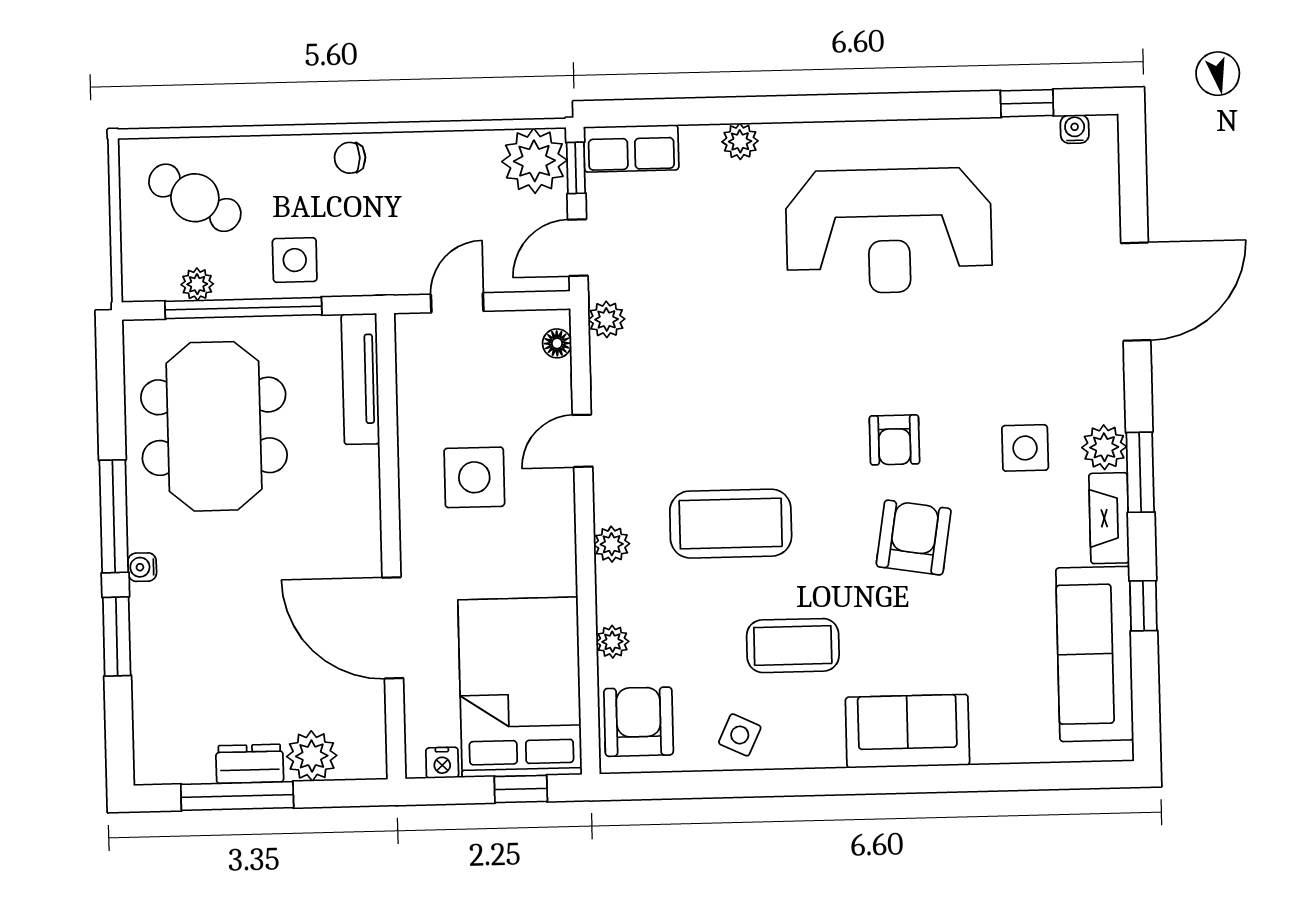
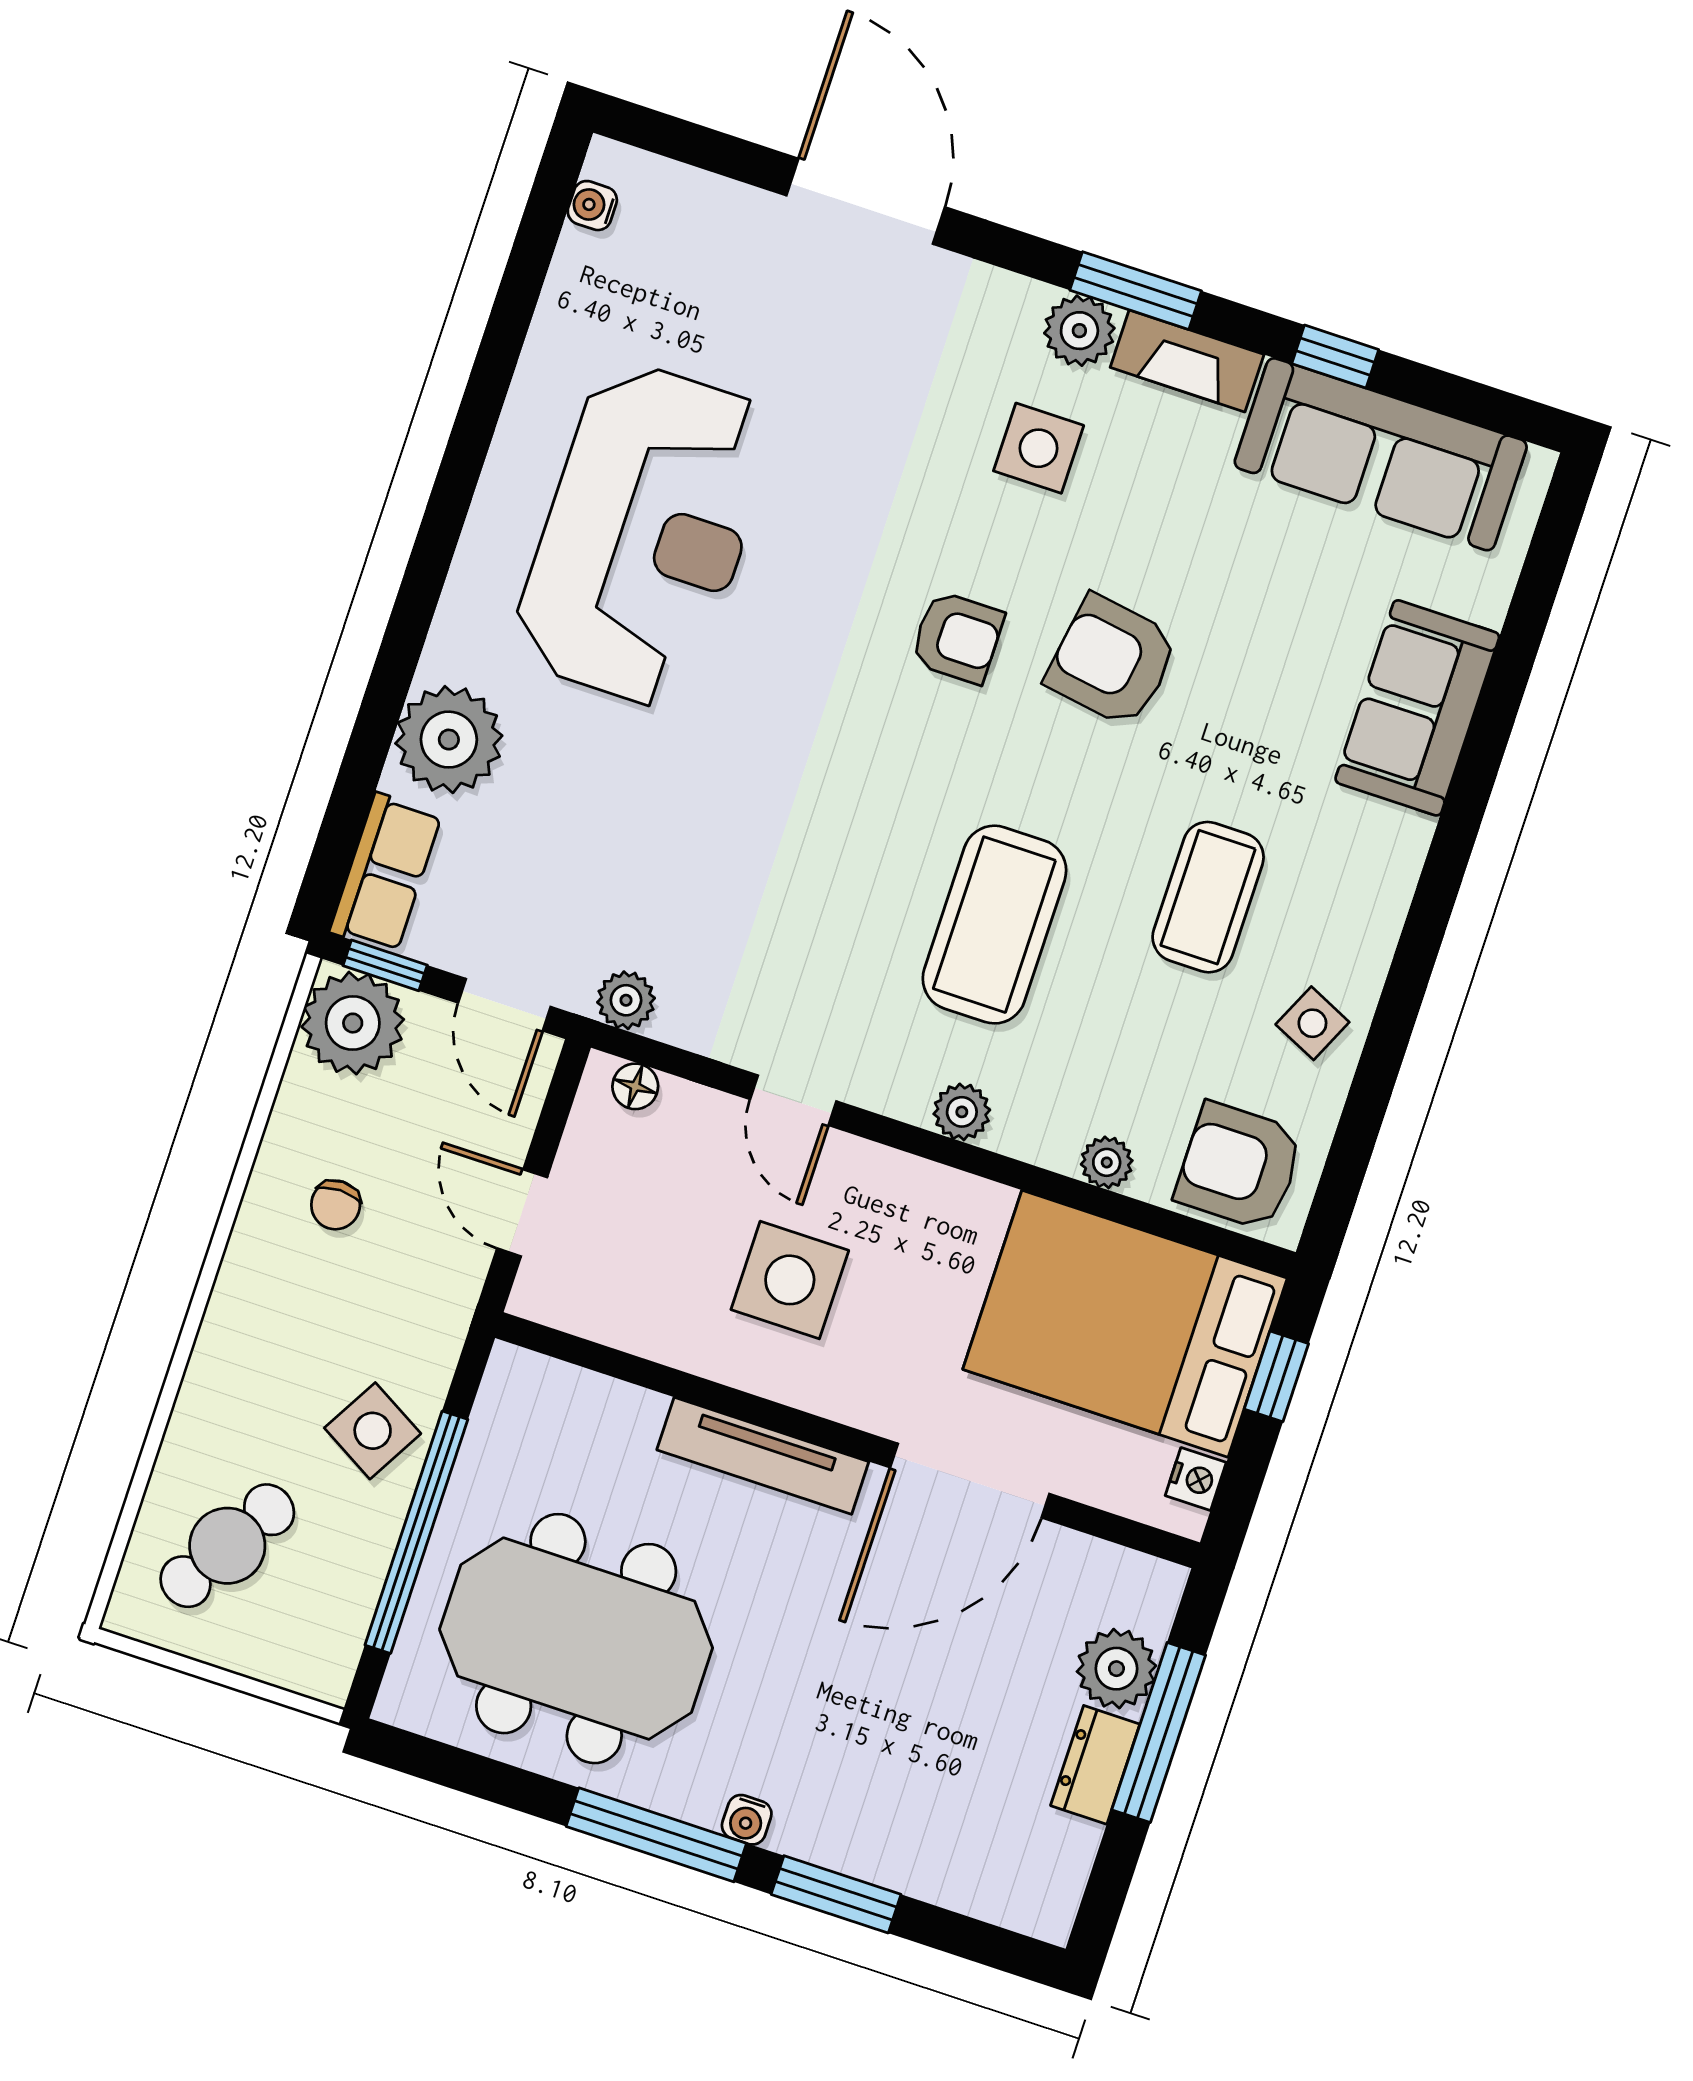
window: (1027, 103) -> (529, 263), removed
plant: (740, 141) -> (449, 740), width x1.88, depth x1.88
chair: (350, 158) -> (336, 1205), moved
side table: (295, 260) -> (373, 1431), turned 30
plant: (197, 284) -> (357, 1588), removed
tv unit: (360, 379) -> (763, 1456), moved
sofa: (907, 731) -> (1417, 708), moved
window: (237, 796) -> (1159, 1732), moved

